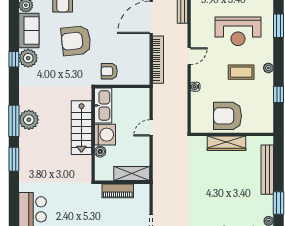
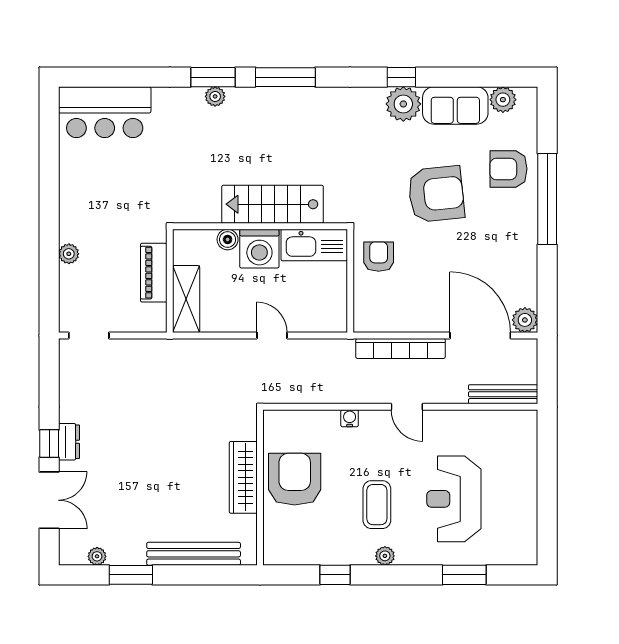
armchair: (76, 41) -> (436, 194), turned 90
plant: (29, 120) -> (215, 96), moved, width x0.53, depth x0.53

